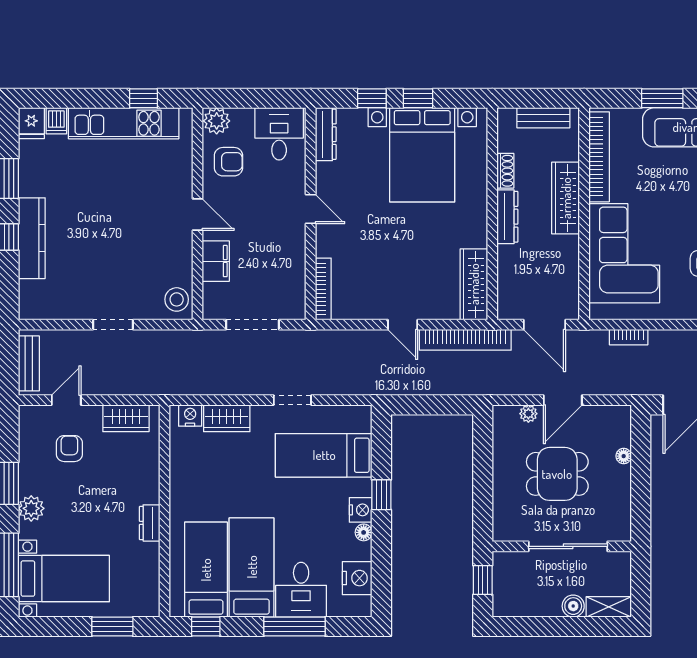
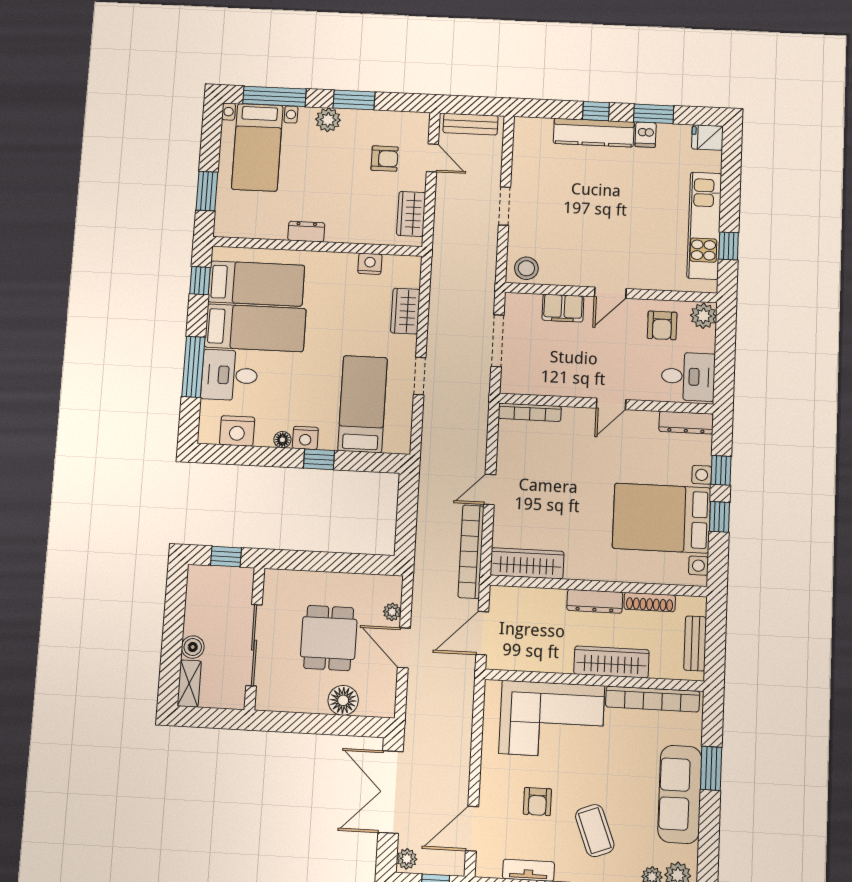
dishwasher: (56, 121) -> (646, 135), moved, turned -90
shoe rack: (505, 171) -> (650, 602), width x1.43
bookcase: (629, 337) -> (465, 719), removed
nightstand: (190, 415) -> (370, 264), moved, turned -90
floor lamp: (624, 456) -> (343, 700), width x1.89, depth x1.89

